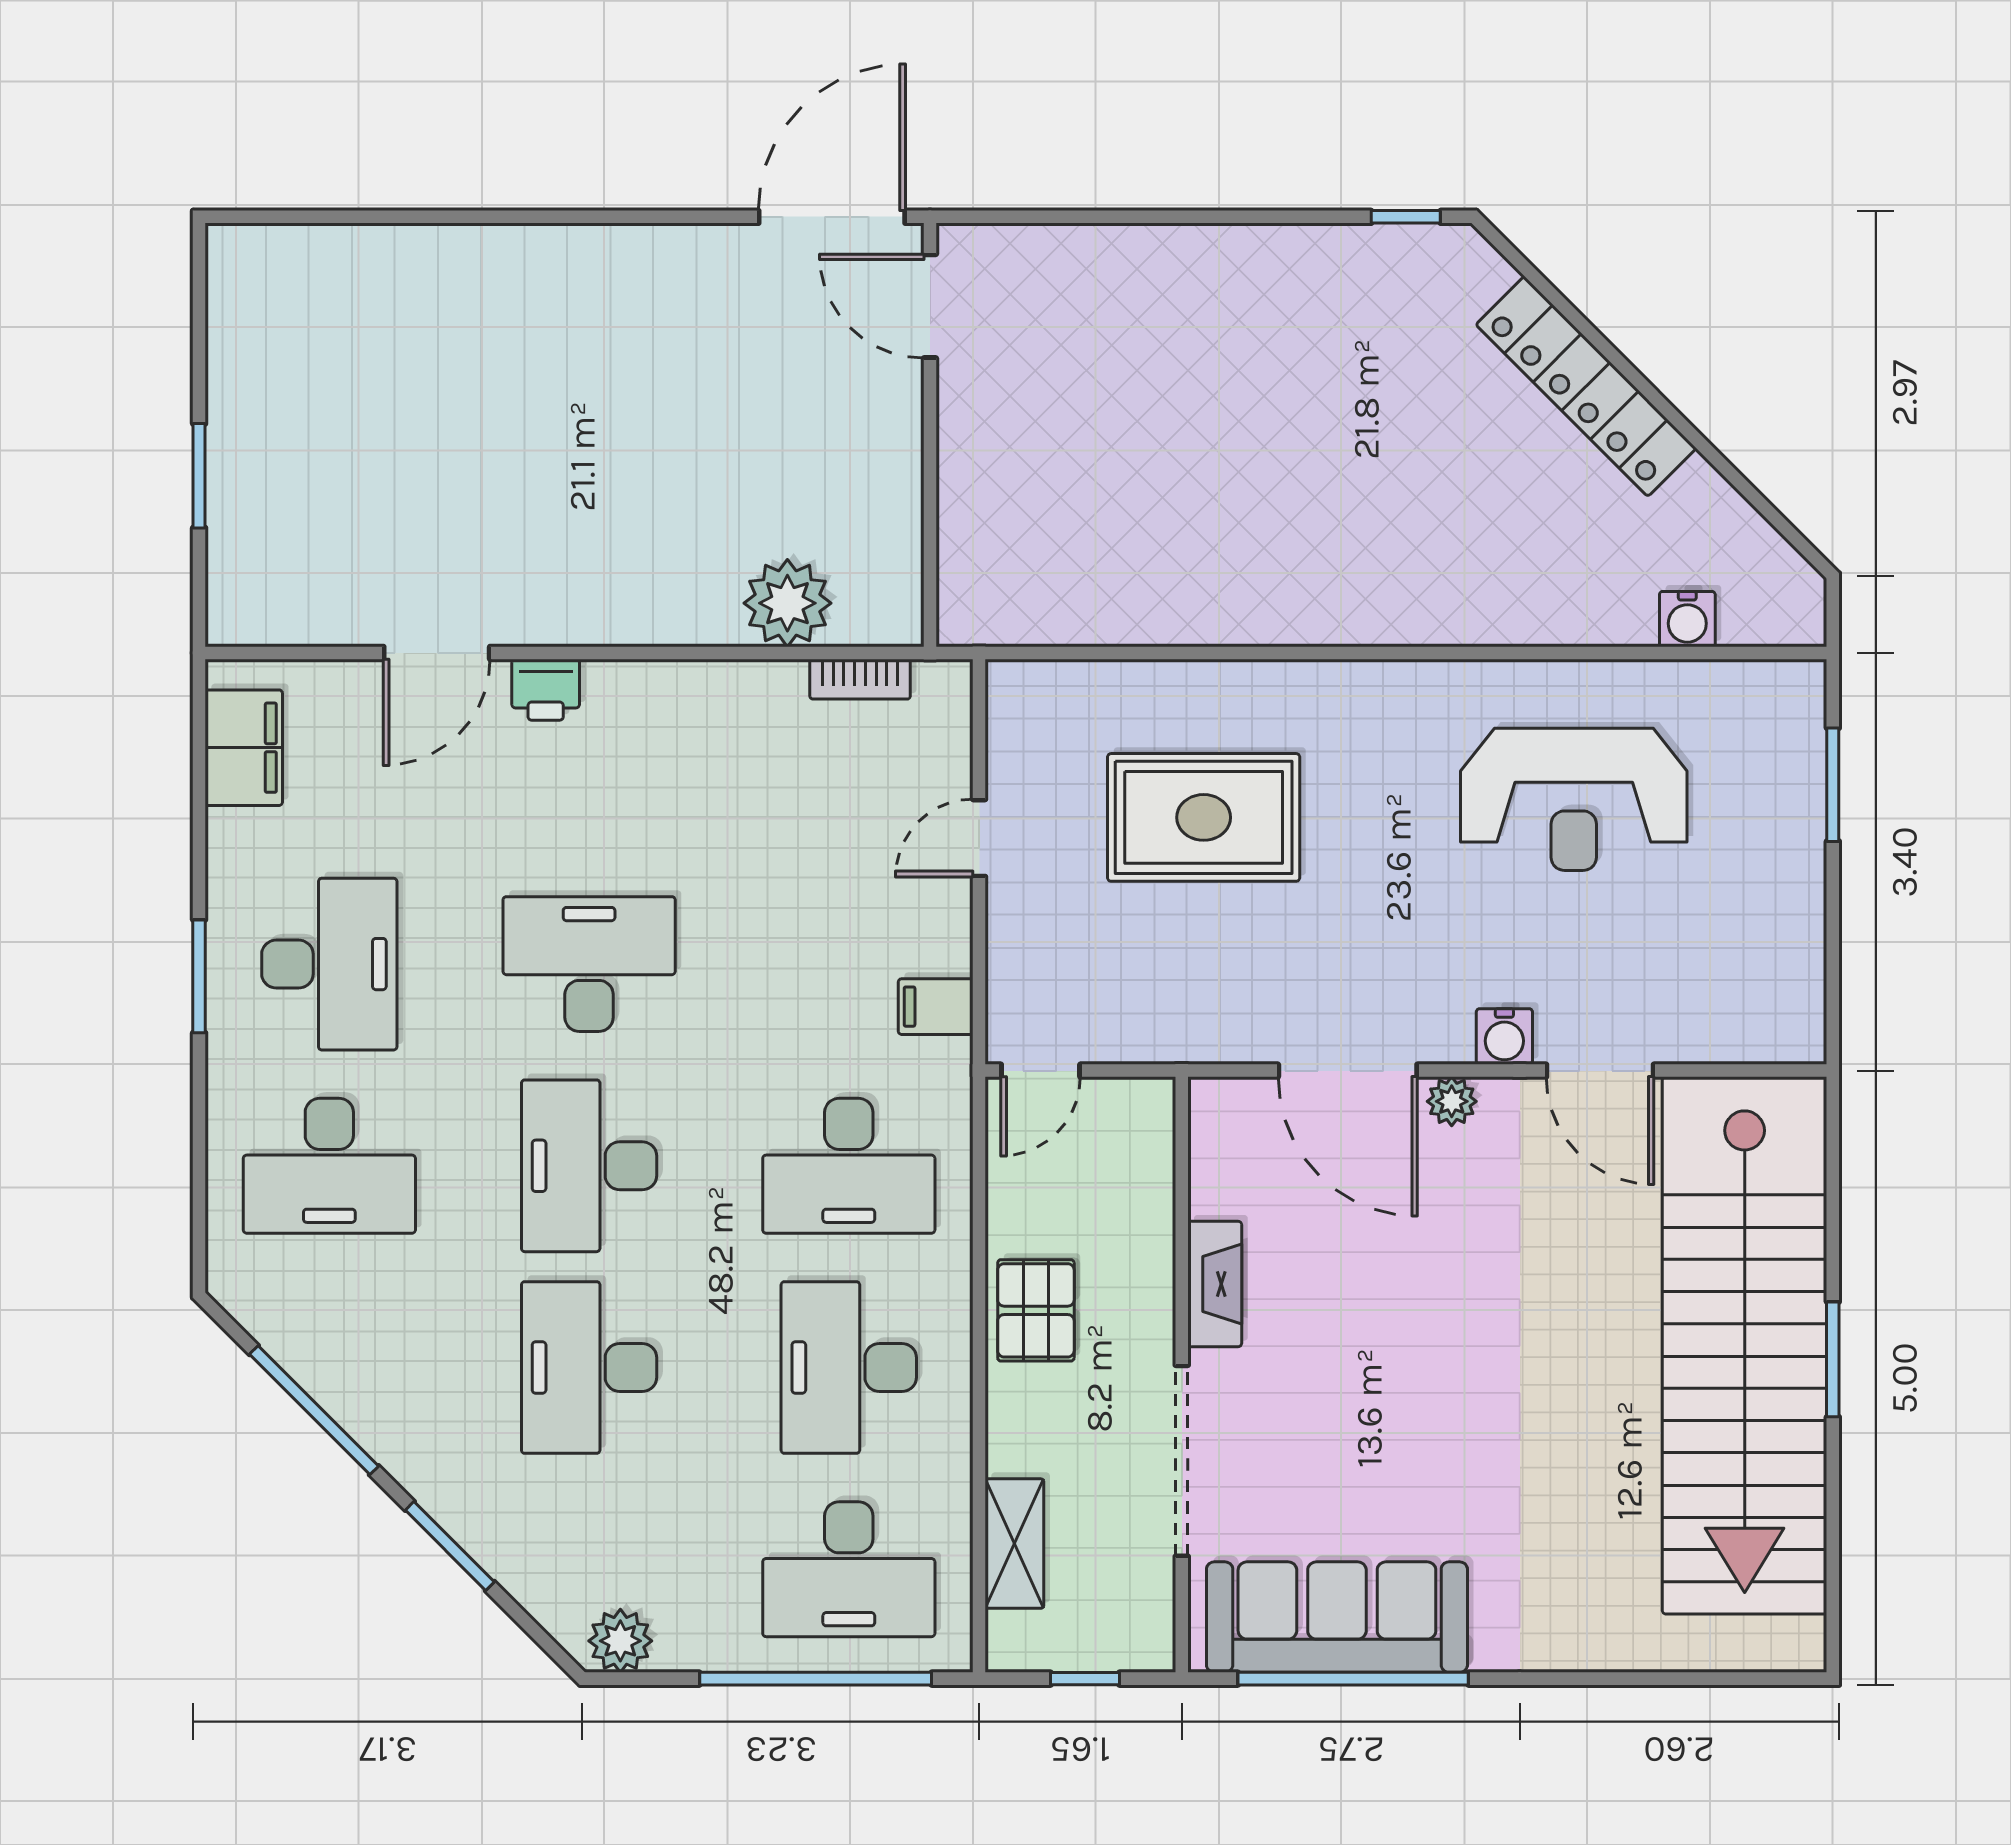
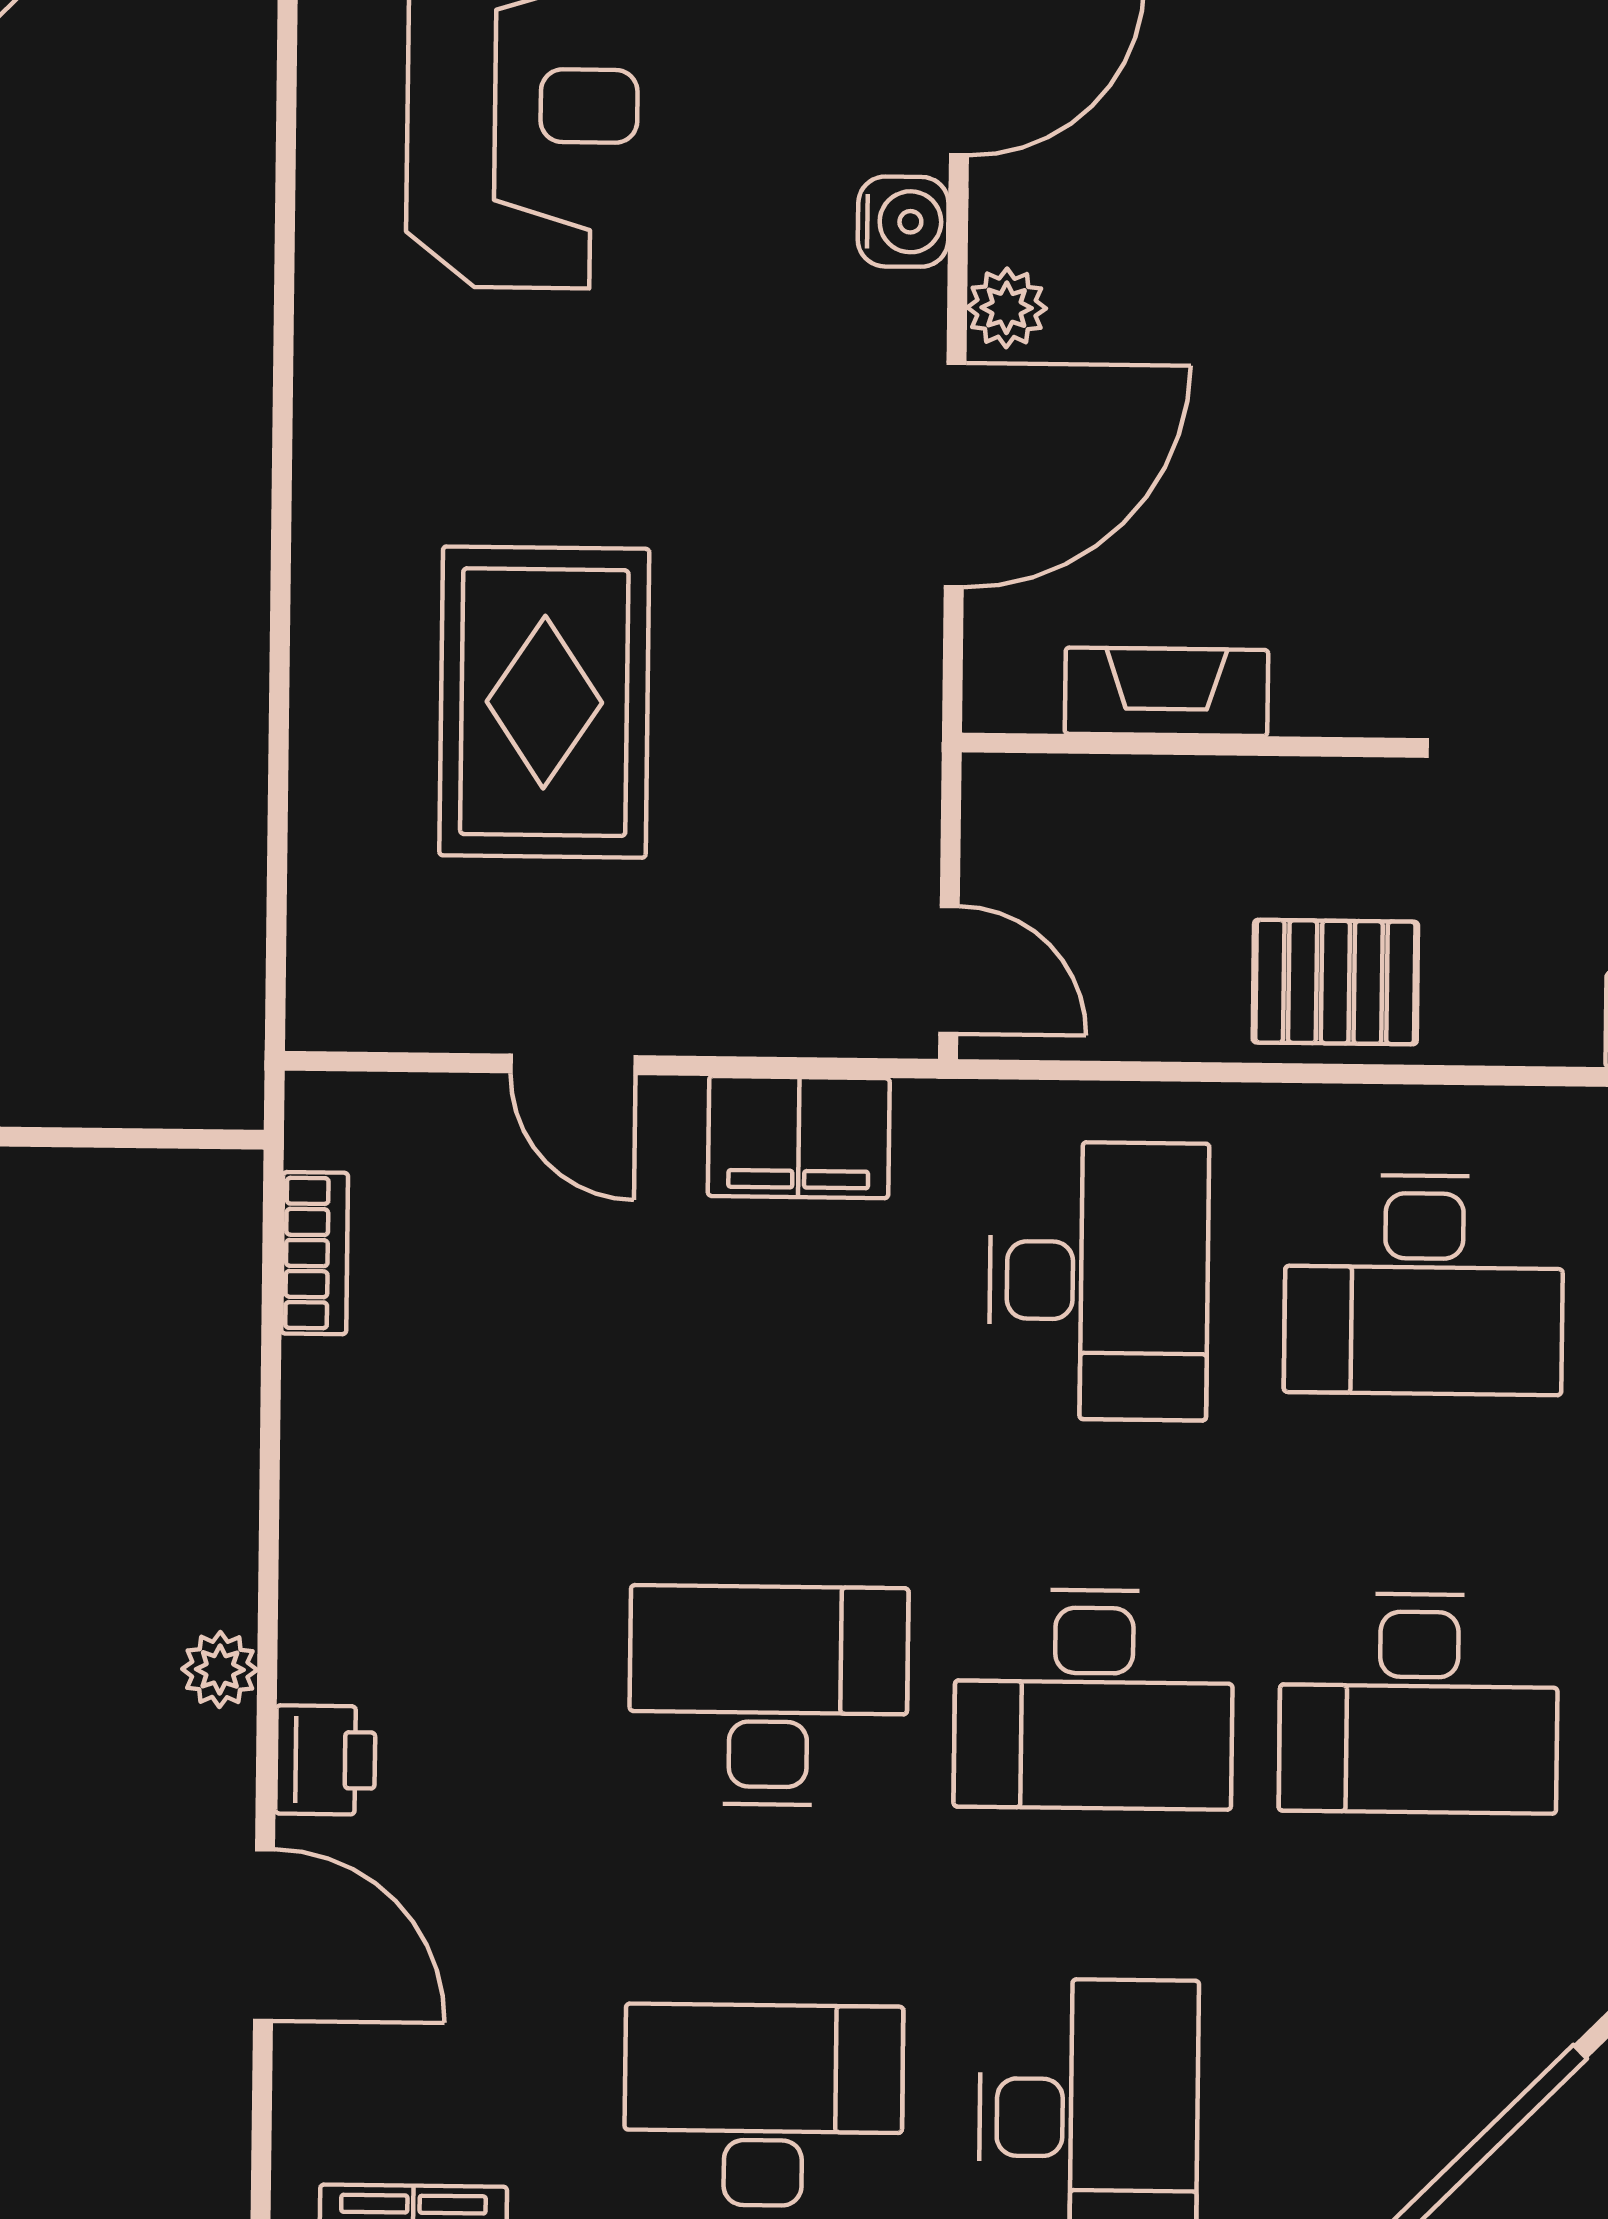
plant: (787, 603) -> (220, 1669), moved, width x0.53, depth x0.53
desk: (589, 964) -> (768, 1695), turned 90
filing cabinet: (936, 1007) -> (799, 1137), width x2.00
fireplace: (1215, 1284) -> (1166, 692), moved

